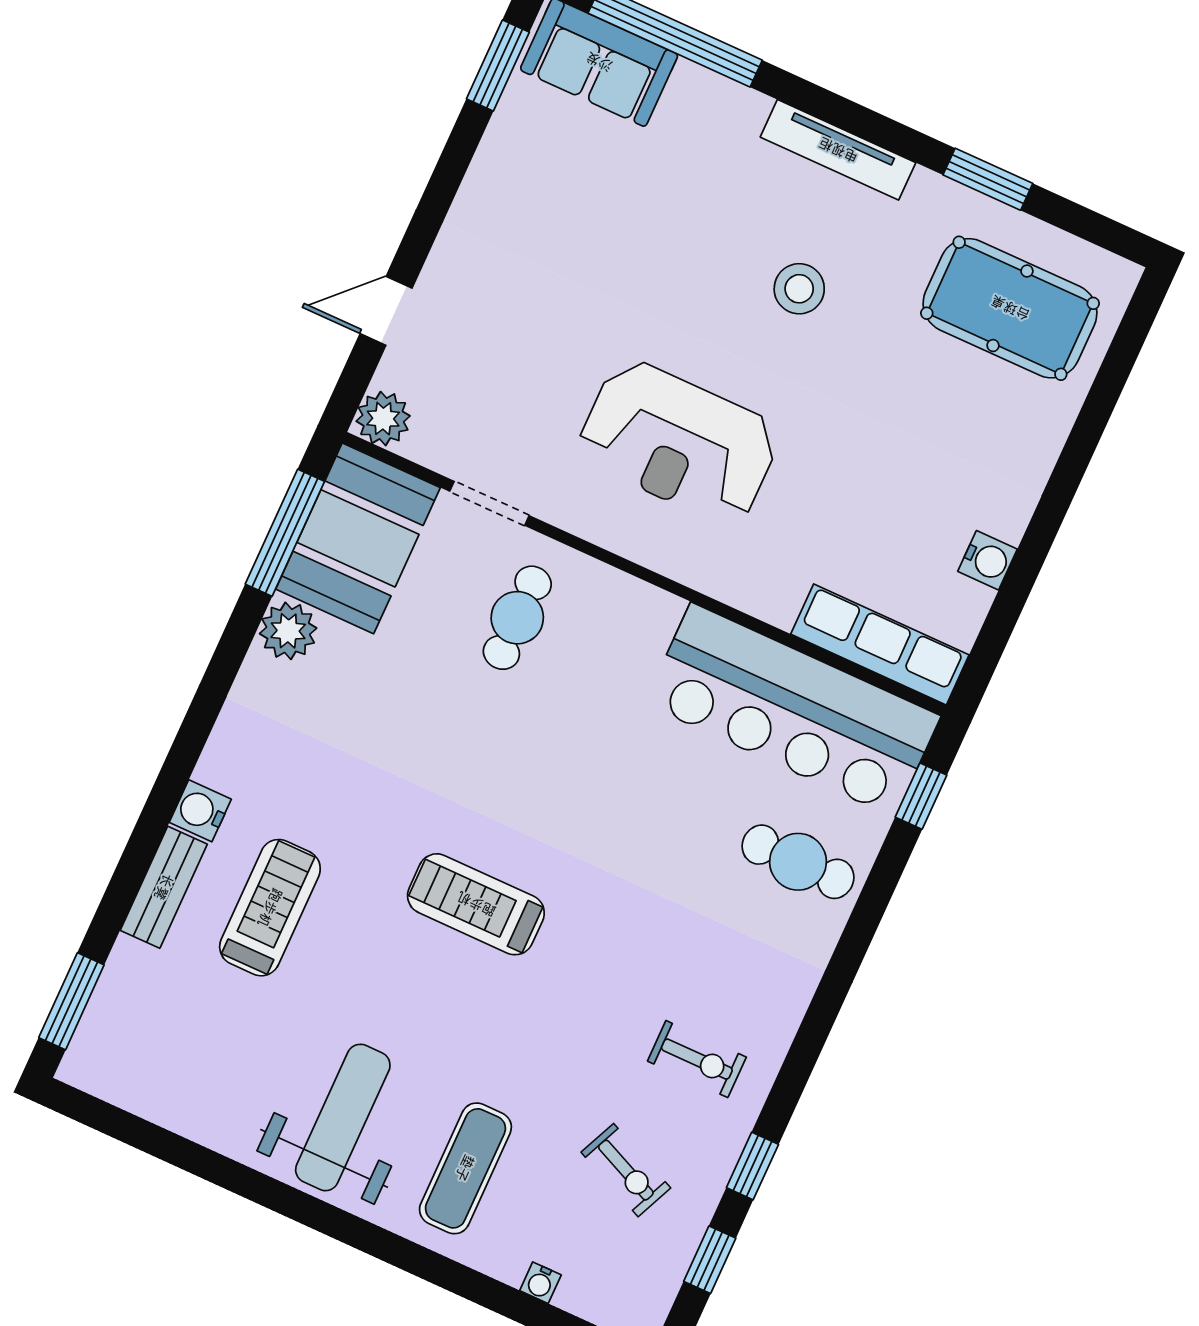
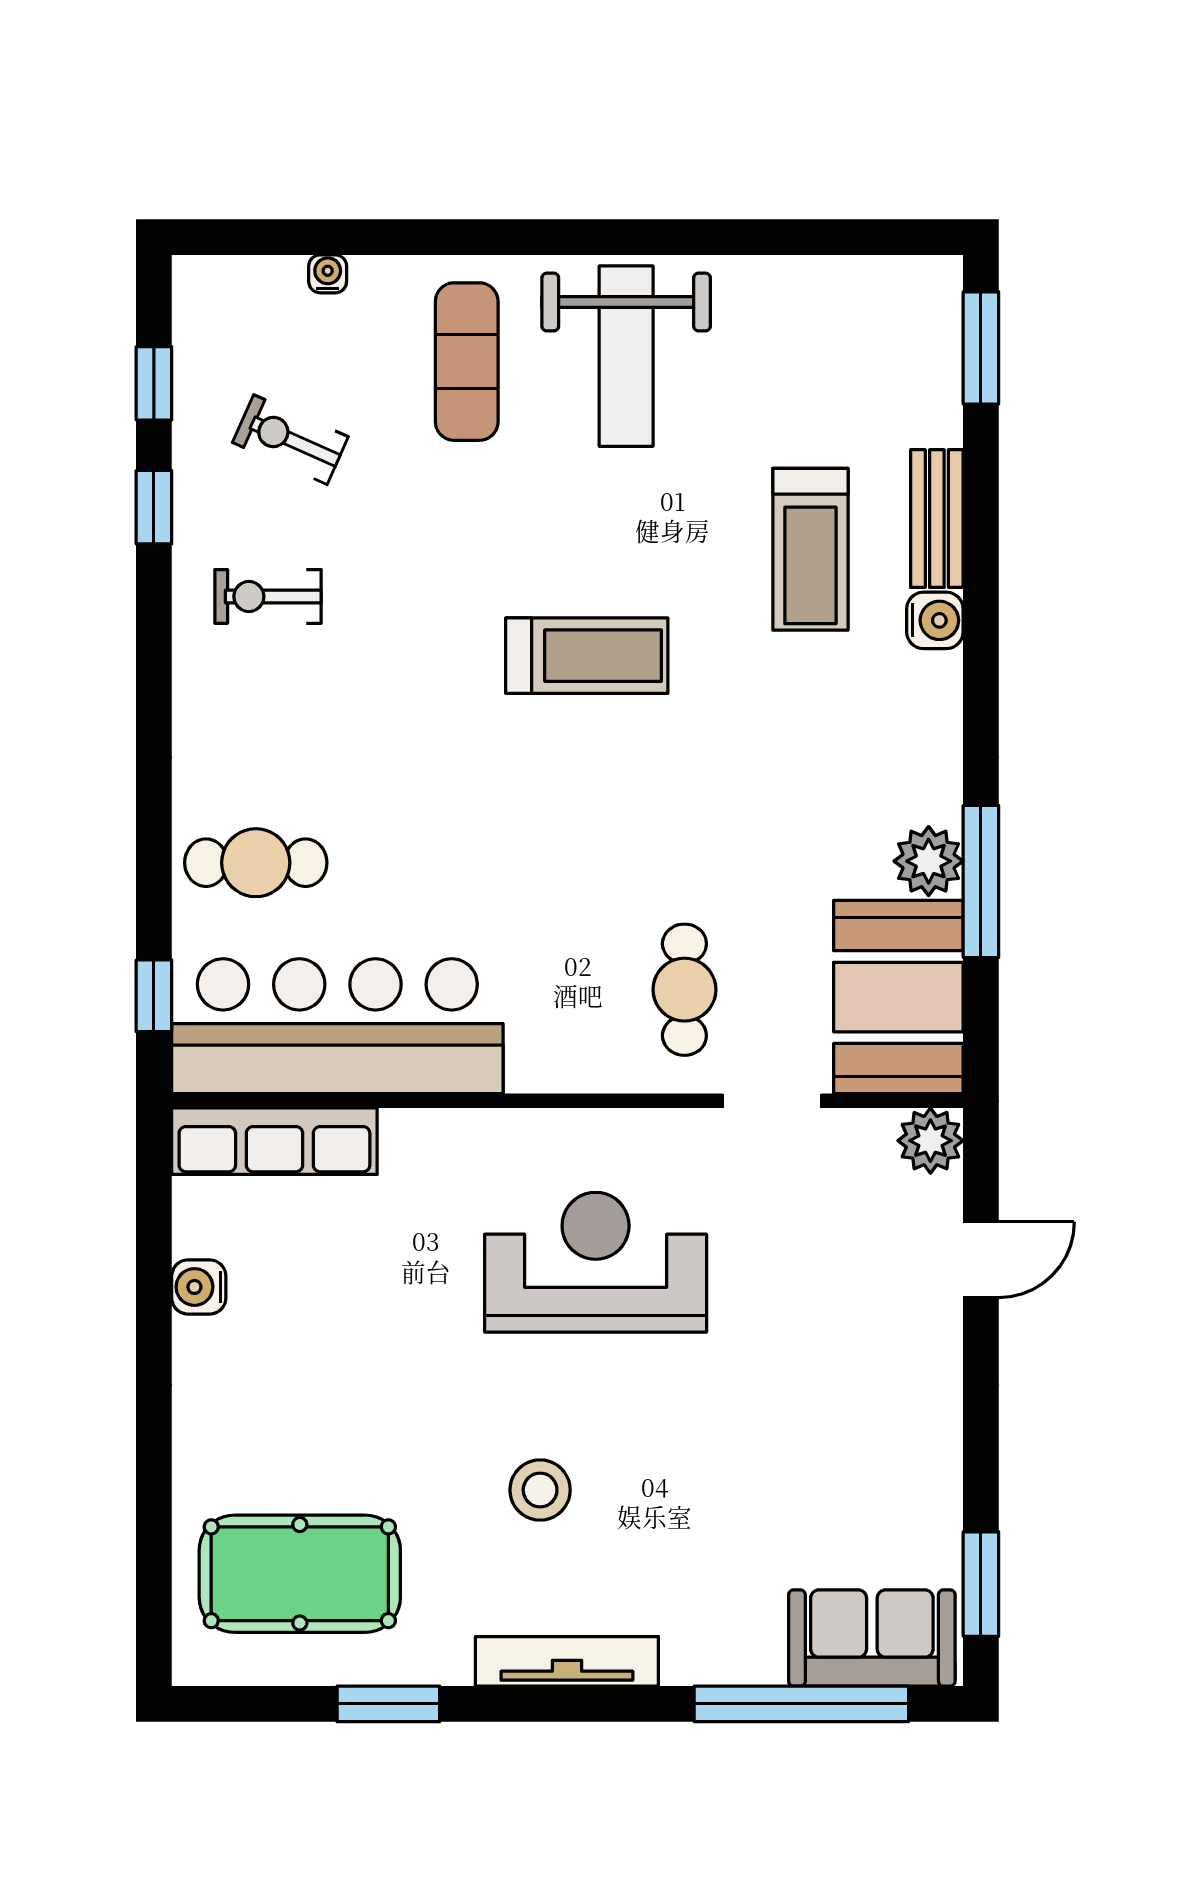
window: (285, 533) -> (981, 881), moved

